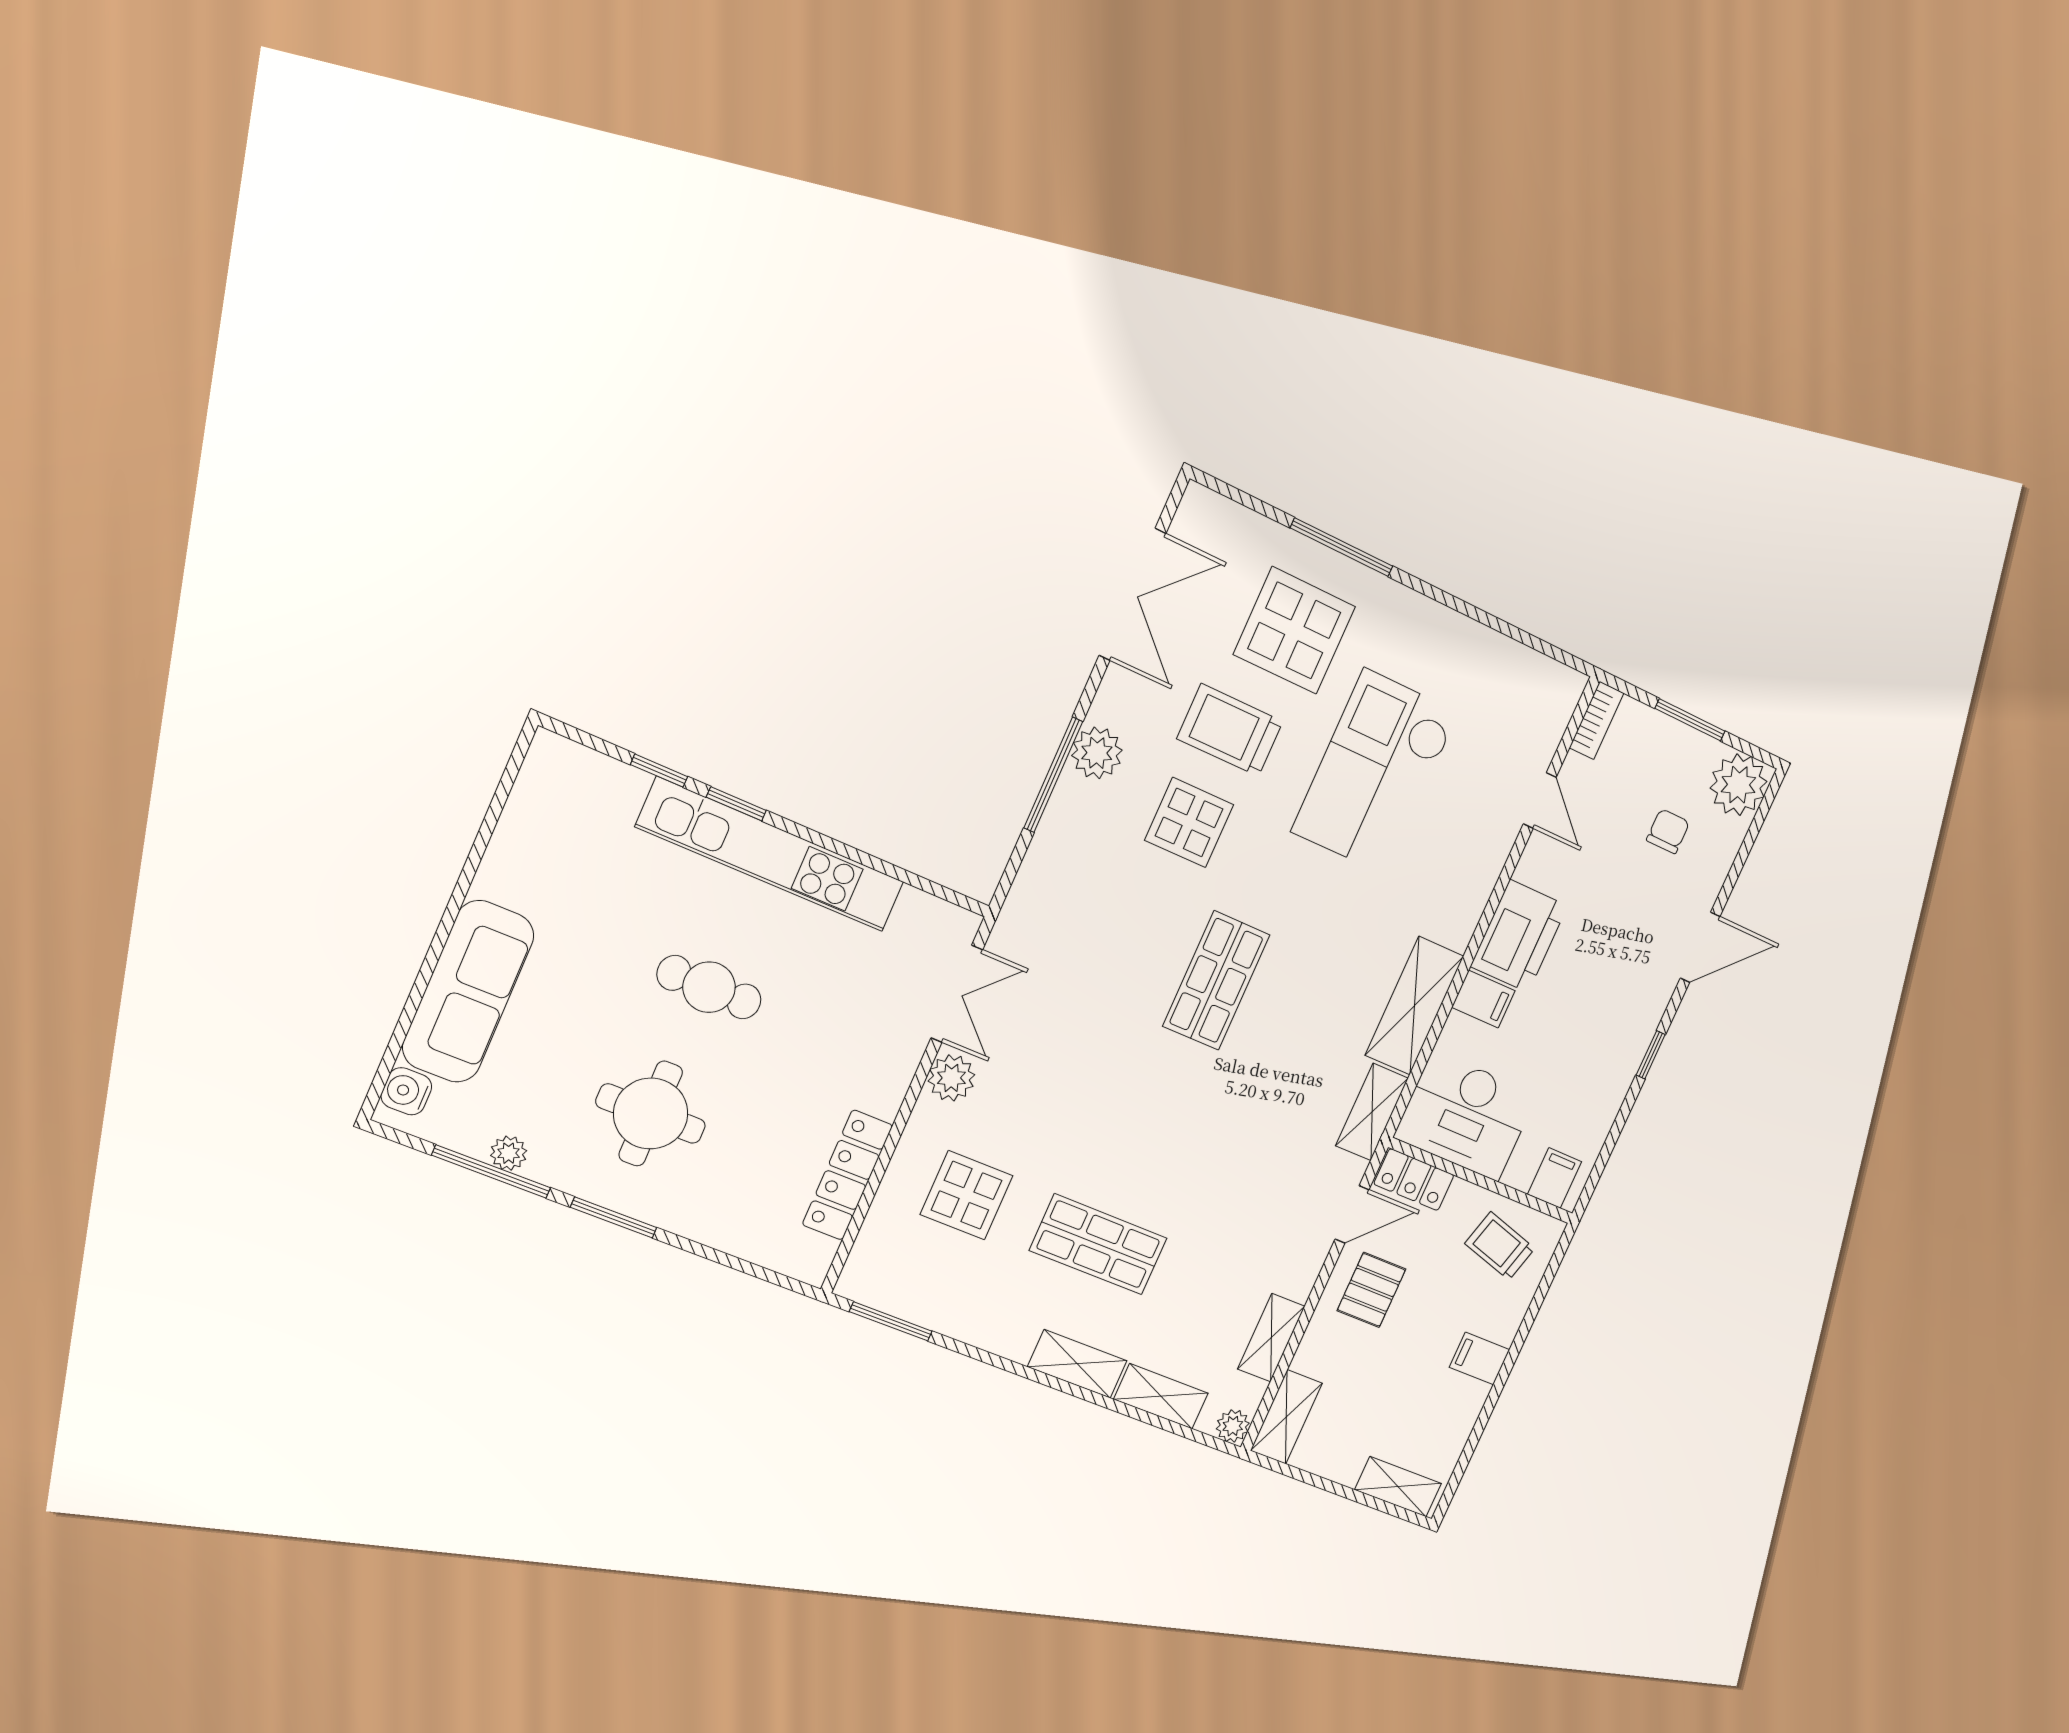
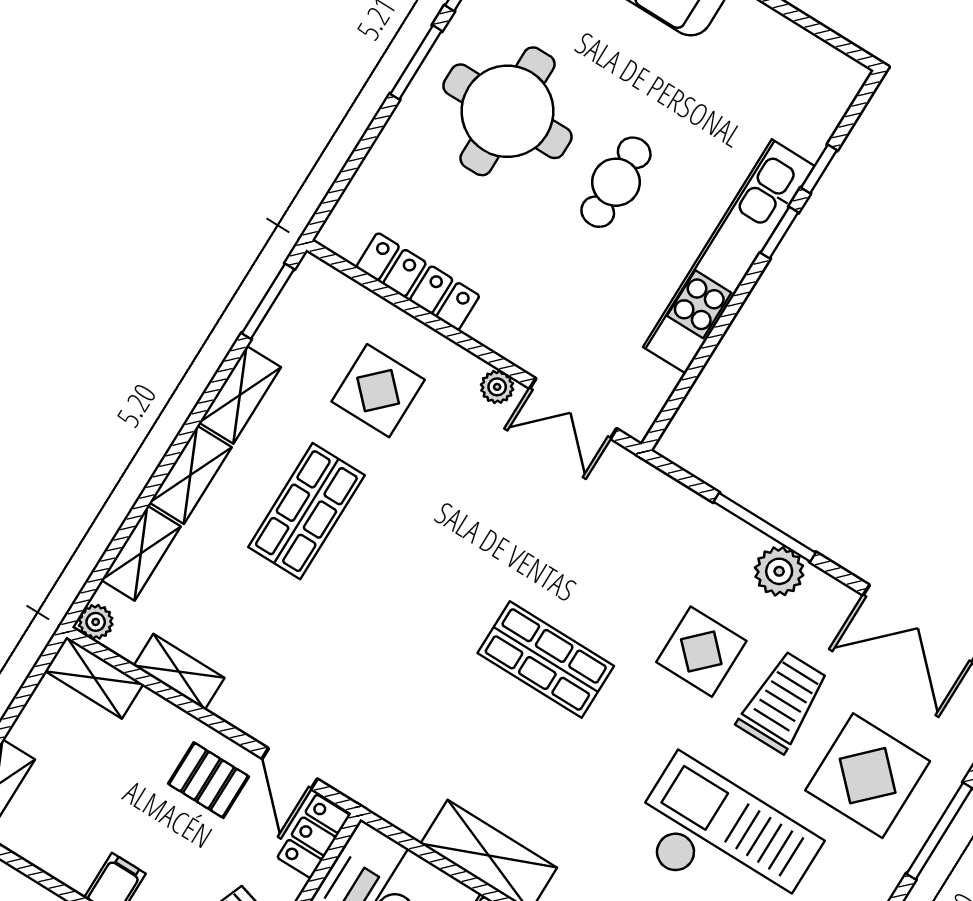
plant: (951, 1078) -> (497, 387), width x0.73, depth x0.73
shelving: (1372, 1112) -> (240, 395), moved, turned 90
round table: (651, 1114) -> (507, 111), width x1.36, depth x1.36

